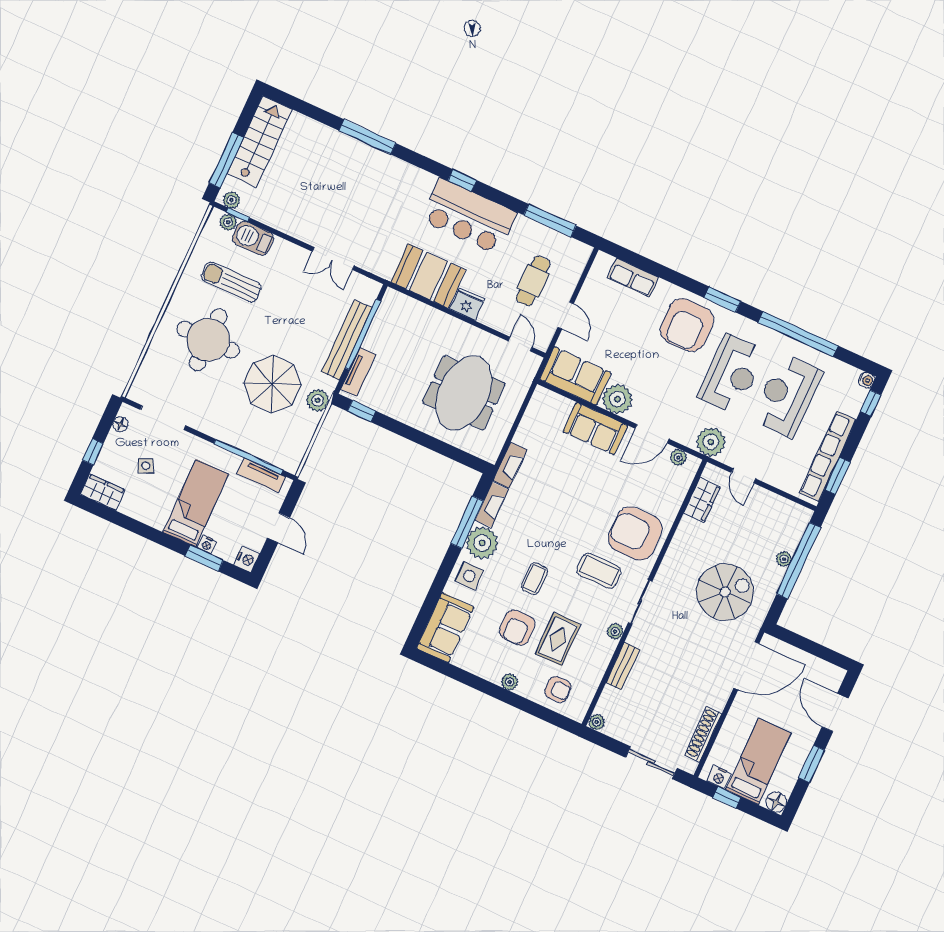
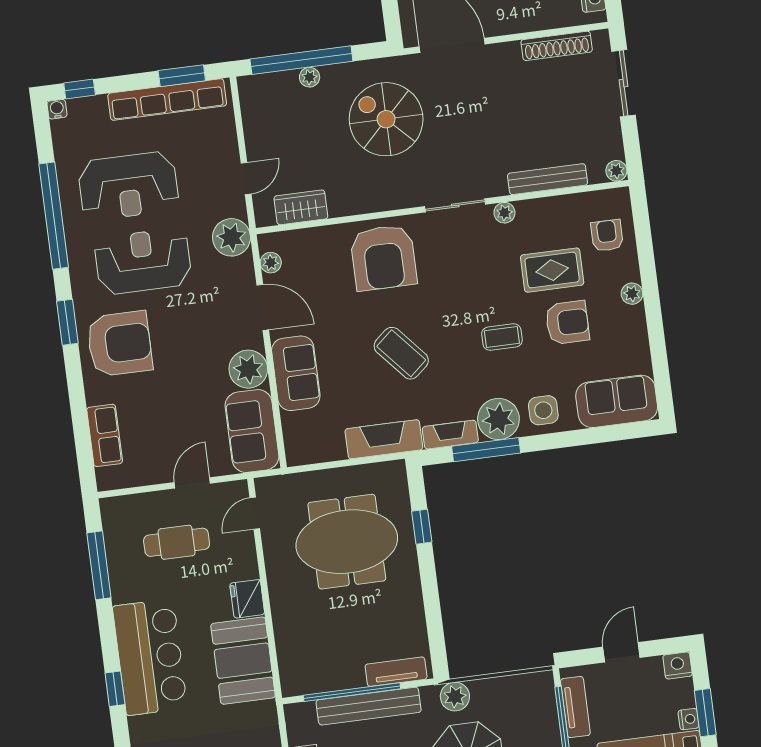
window: (362, 411) -> (422, 527), moved
fireplace: (510, 465) -> (384, 439), width x1.37, depth x1.32
coffee table: (599, 571) -> (401, 353), moved, turned -41
bench: (623, 666) -> (548, 179), width x1.36

